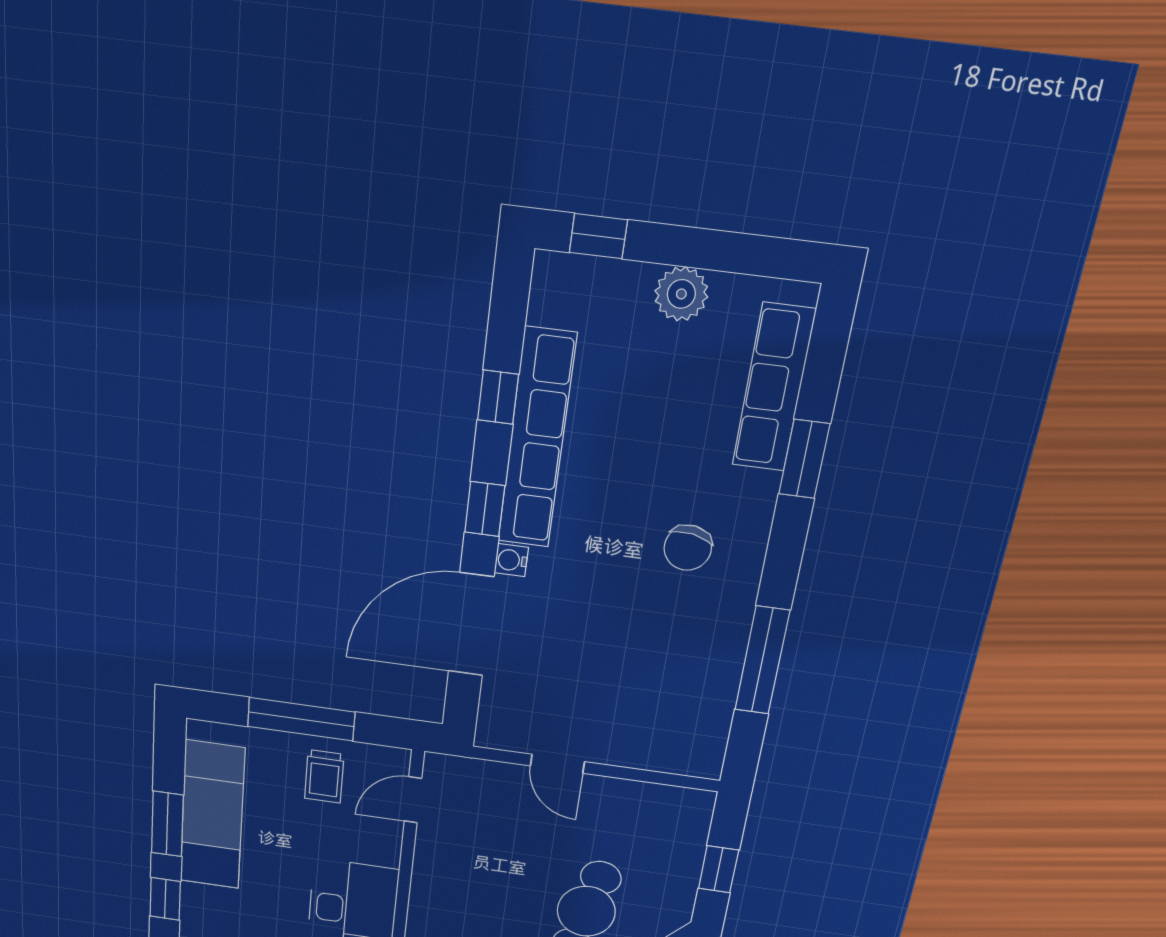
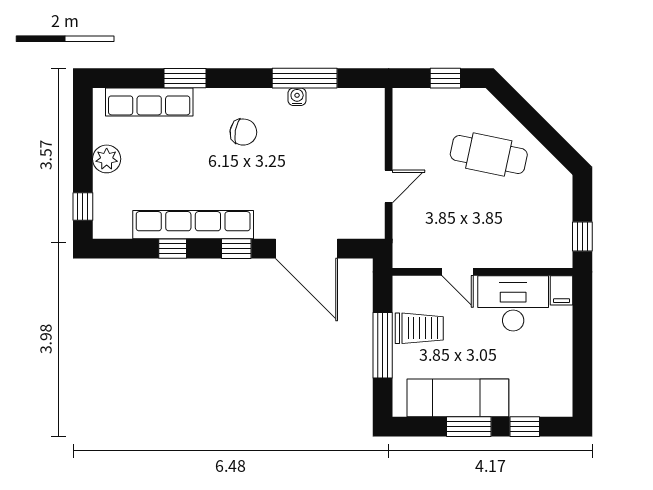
water cooler: (511, 560) -> (297, 97), moved, turned 180
trolley: (324, 776) -> (419, 328), width x1.36, depth x1.39
door: (413, 800) -> (458, 272), moved

